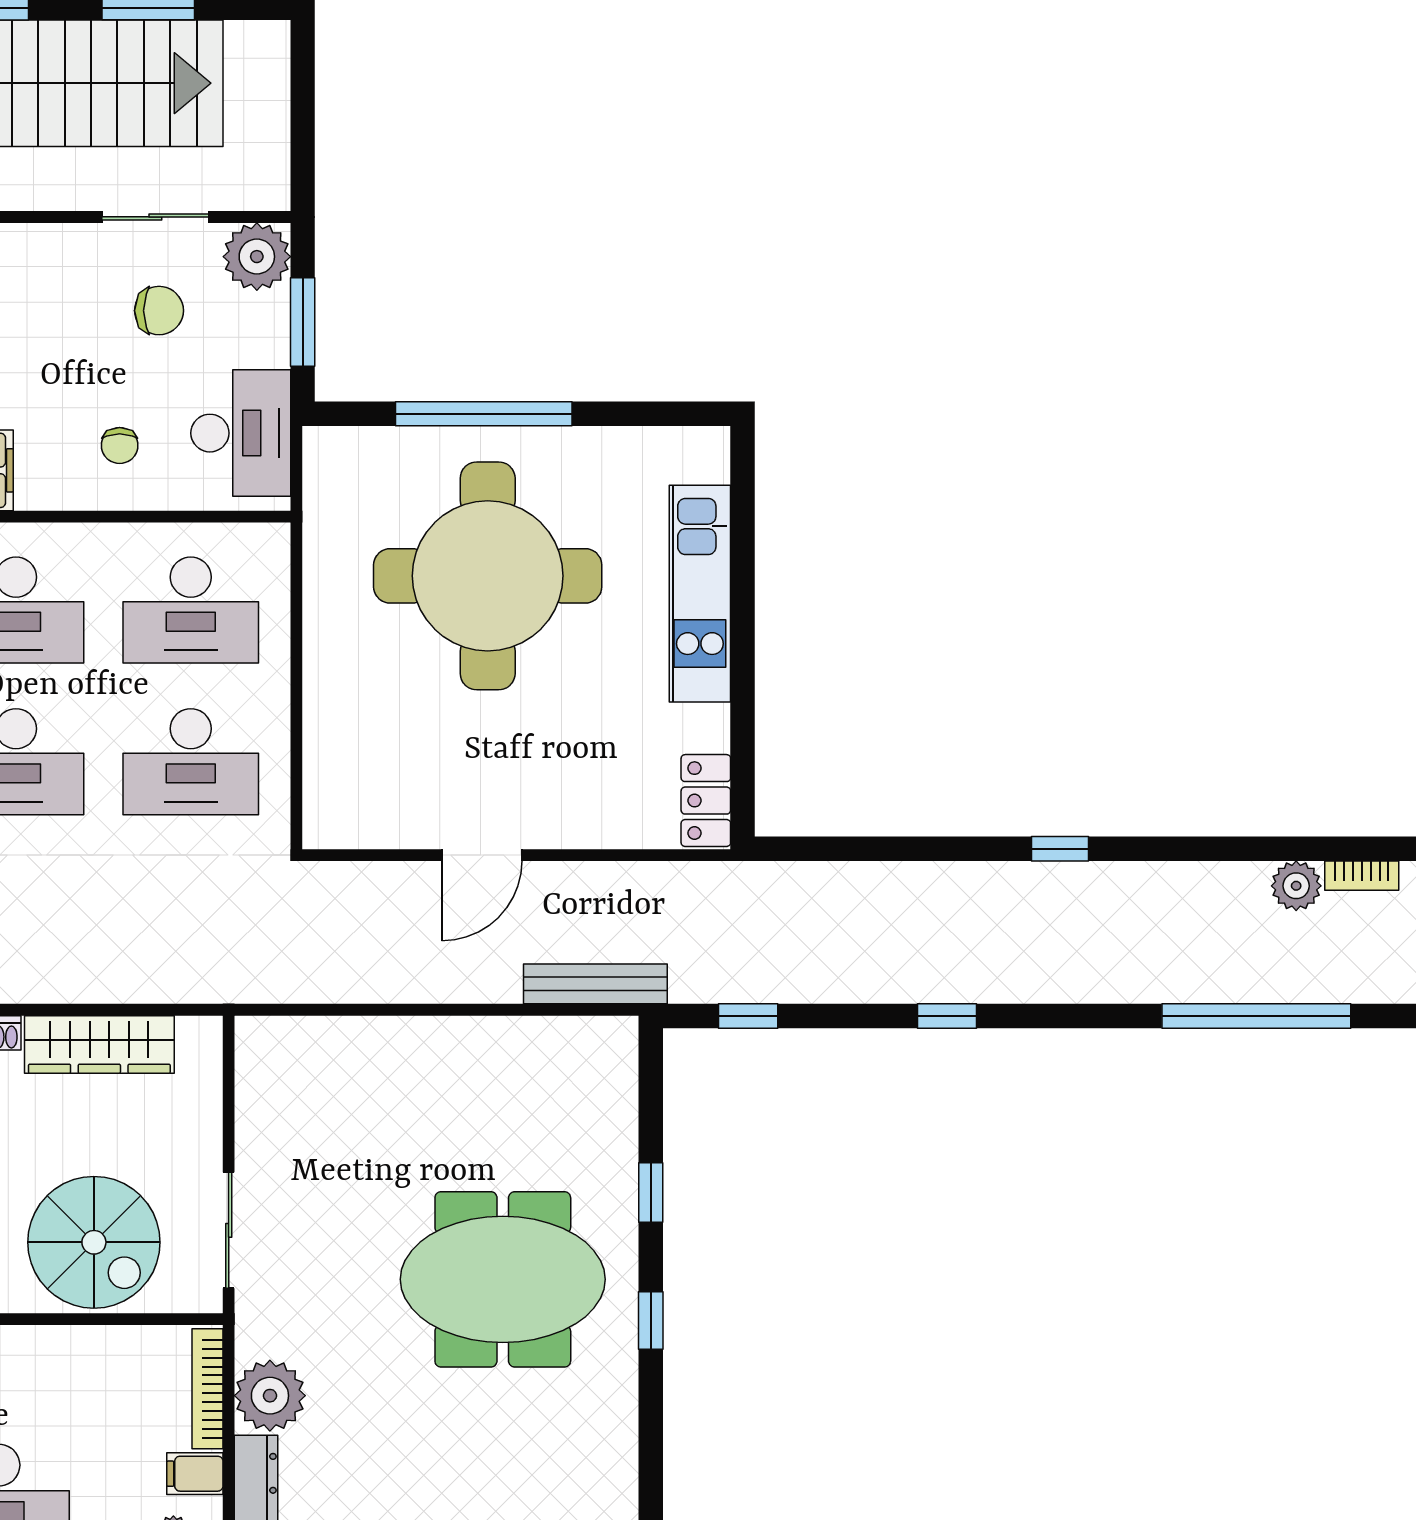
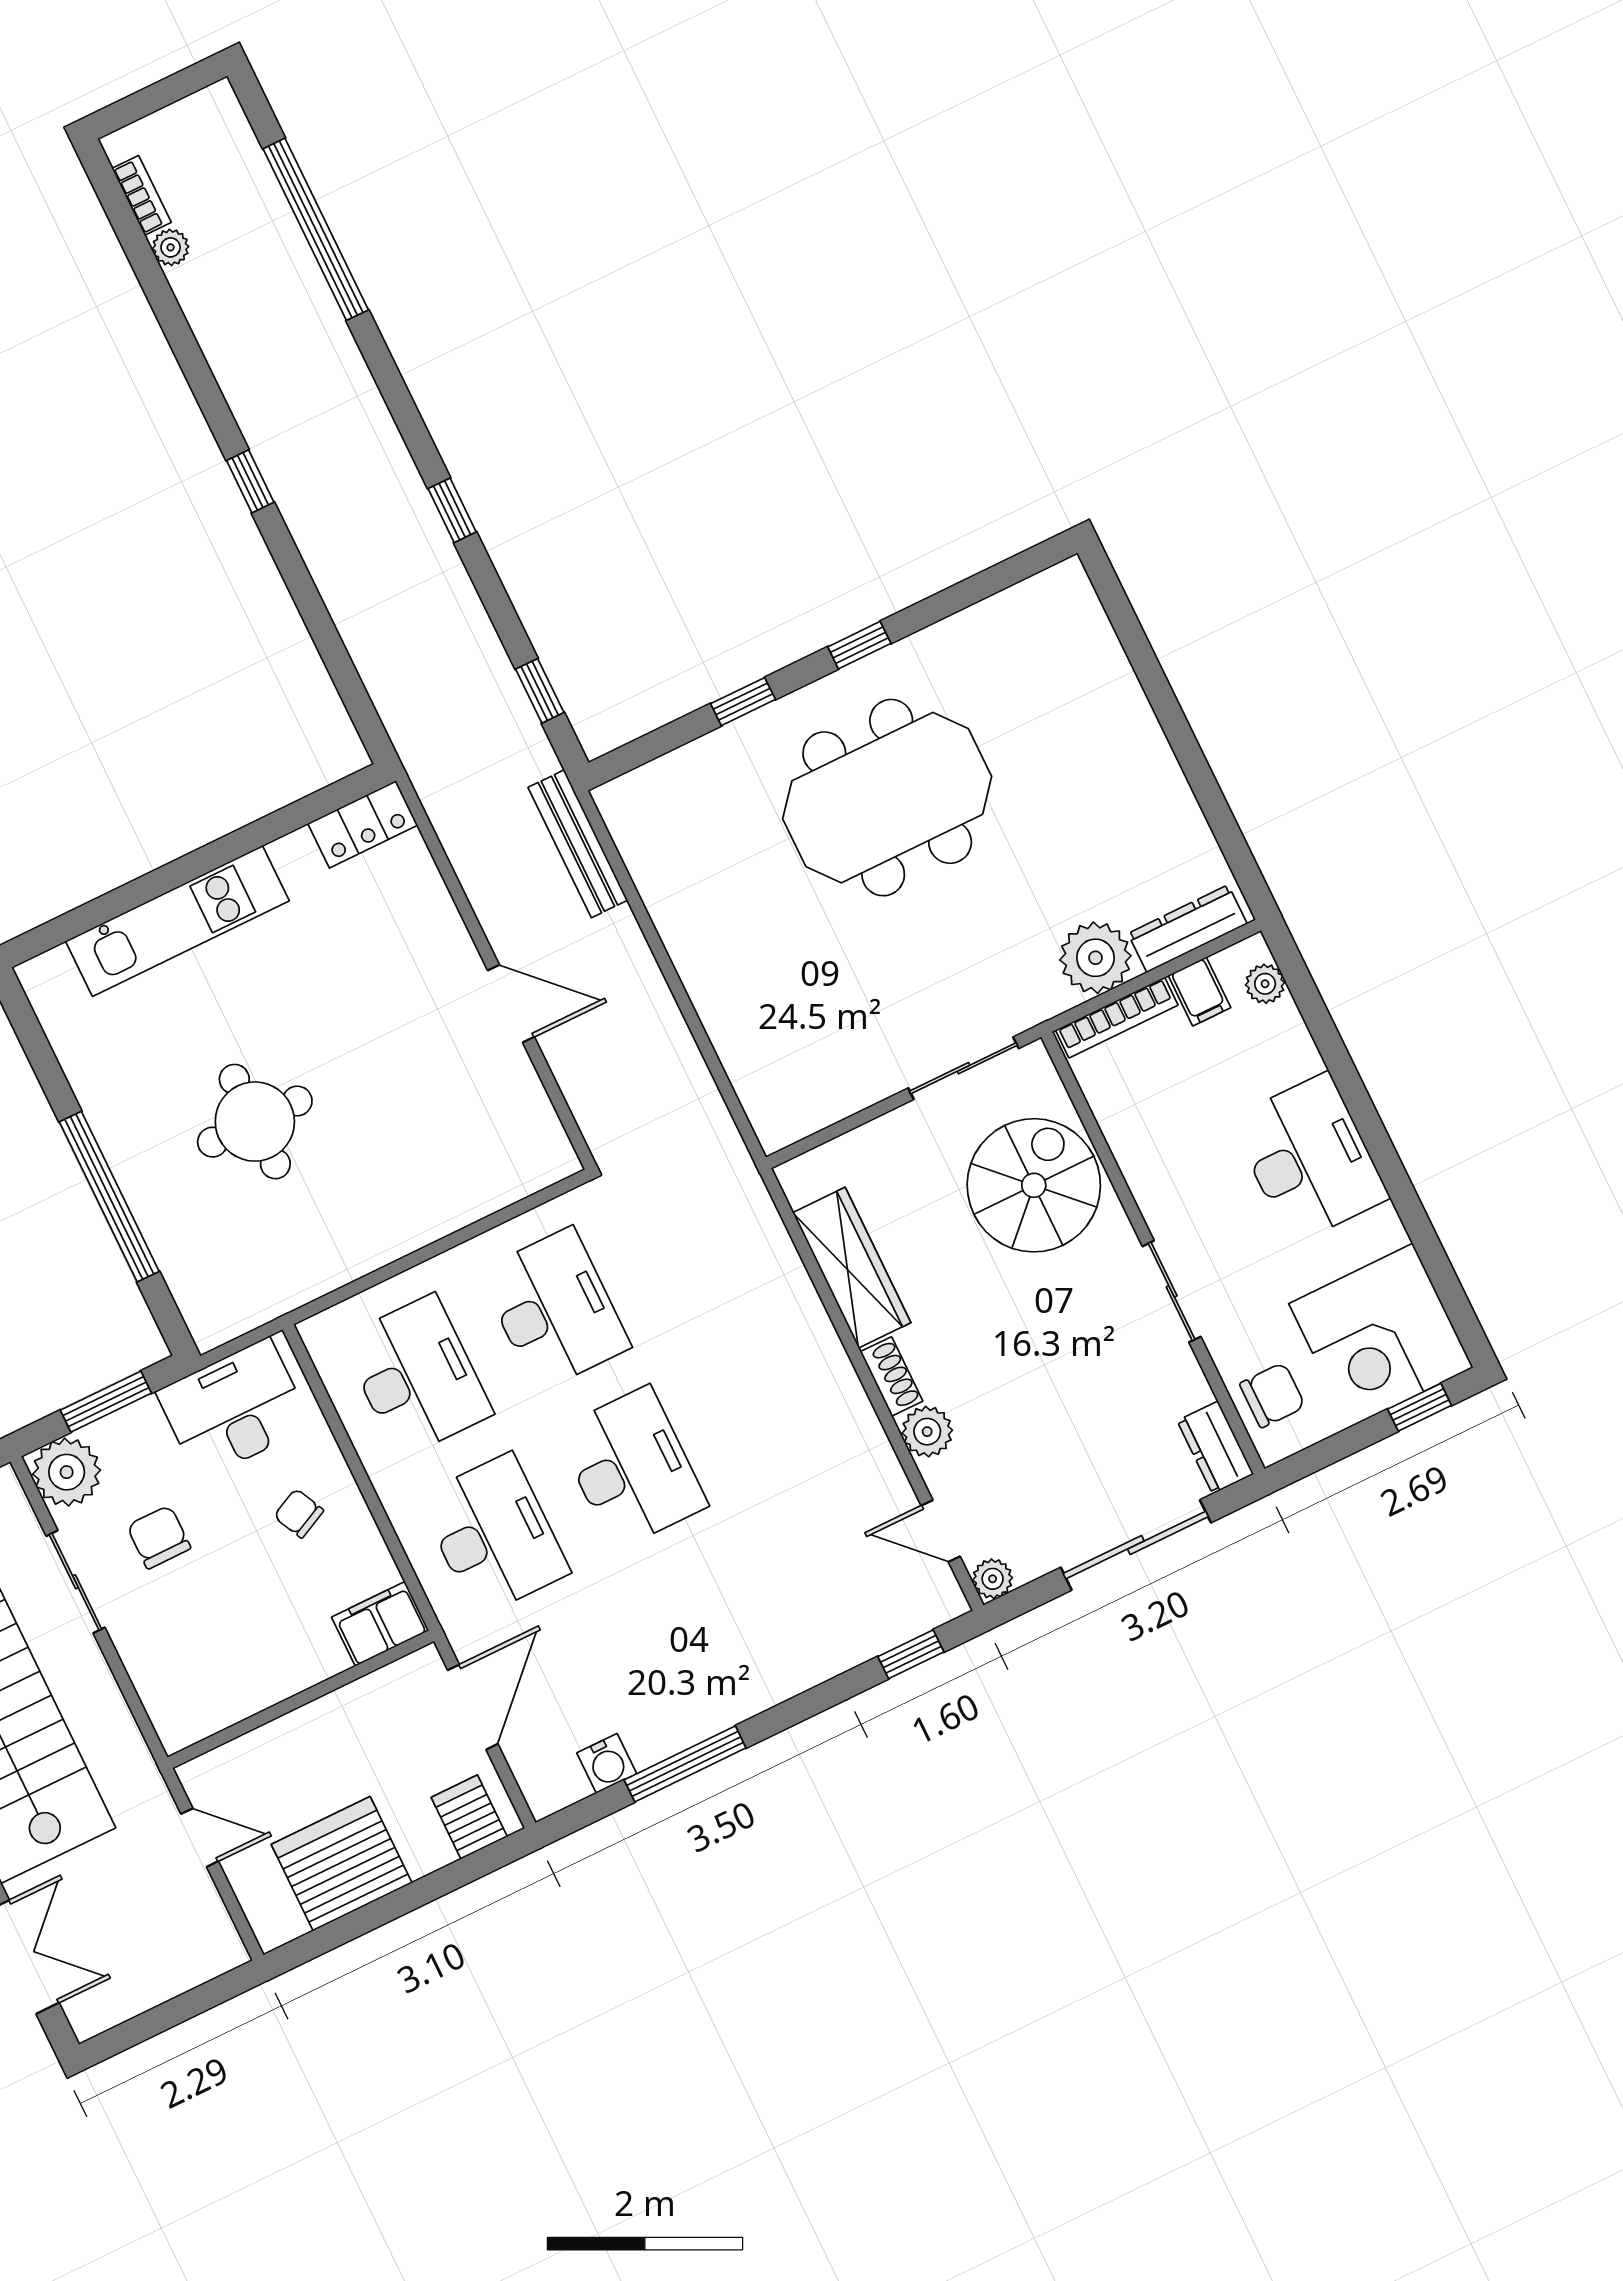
chair: (120, 446) -> (299, 1513), turned -116
round table: (488, 576) -> (255, 1122), width x0.54, depth x0.54
plant: (1296, 886) -> (171, 247), width x0.73, depth x0.73
meeting table: (503, 1279) -> (887, 798), turned 90

